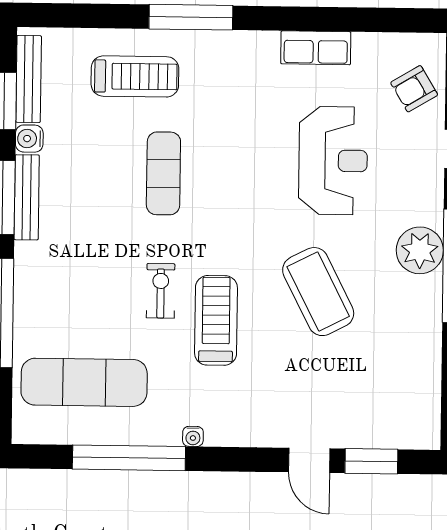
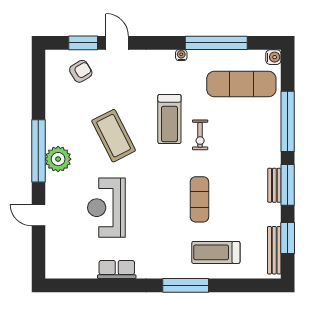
armchair: (414, 89) -> (81, 71), moved
water cooler: (29, 139) -> (273, 57), moved
bench: (27, 197) -> (274, 185), width x0.73

